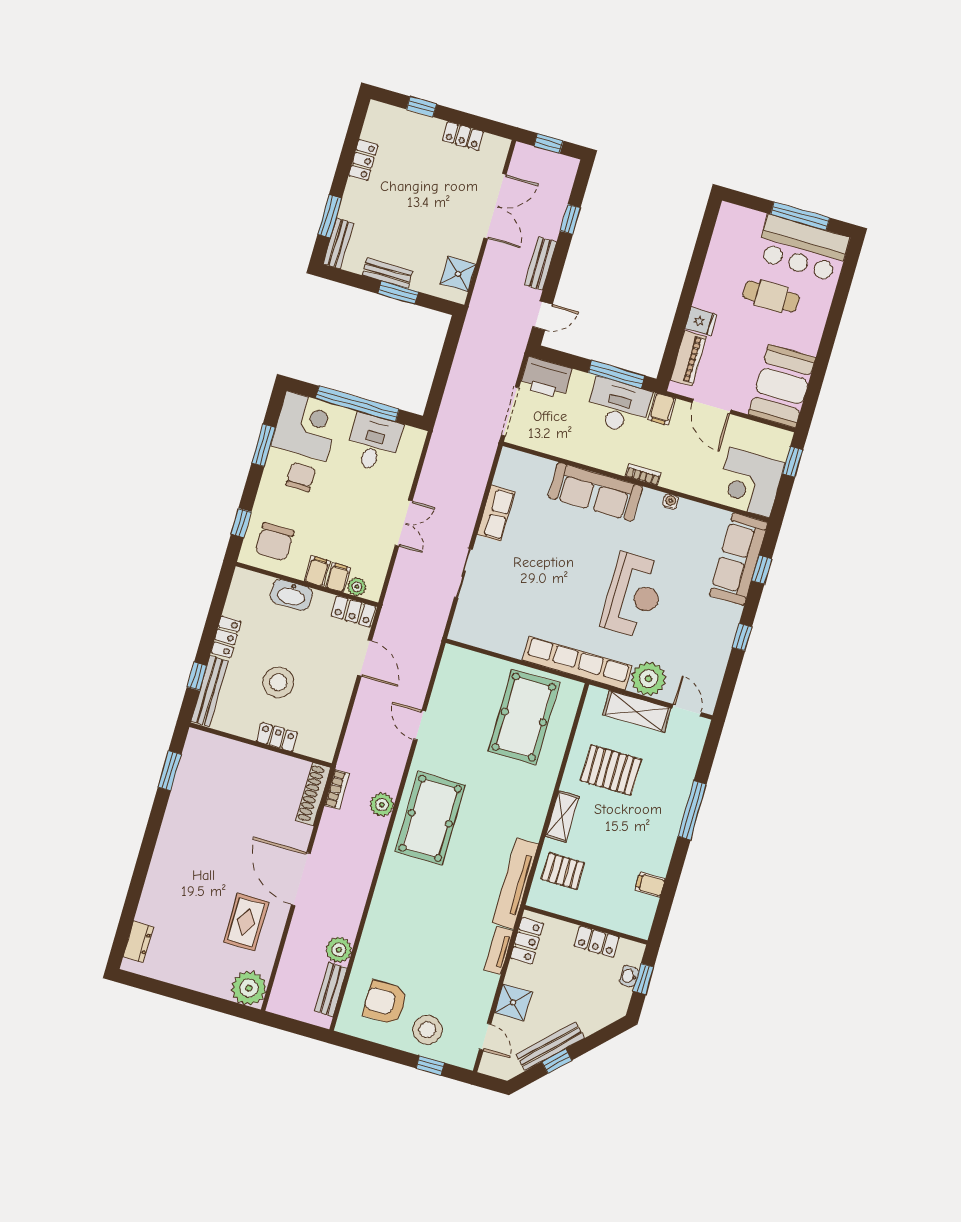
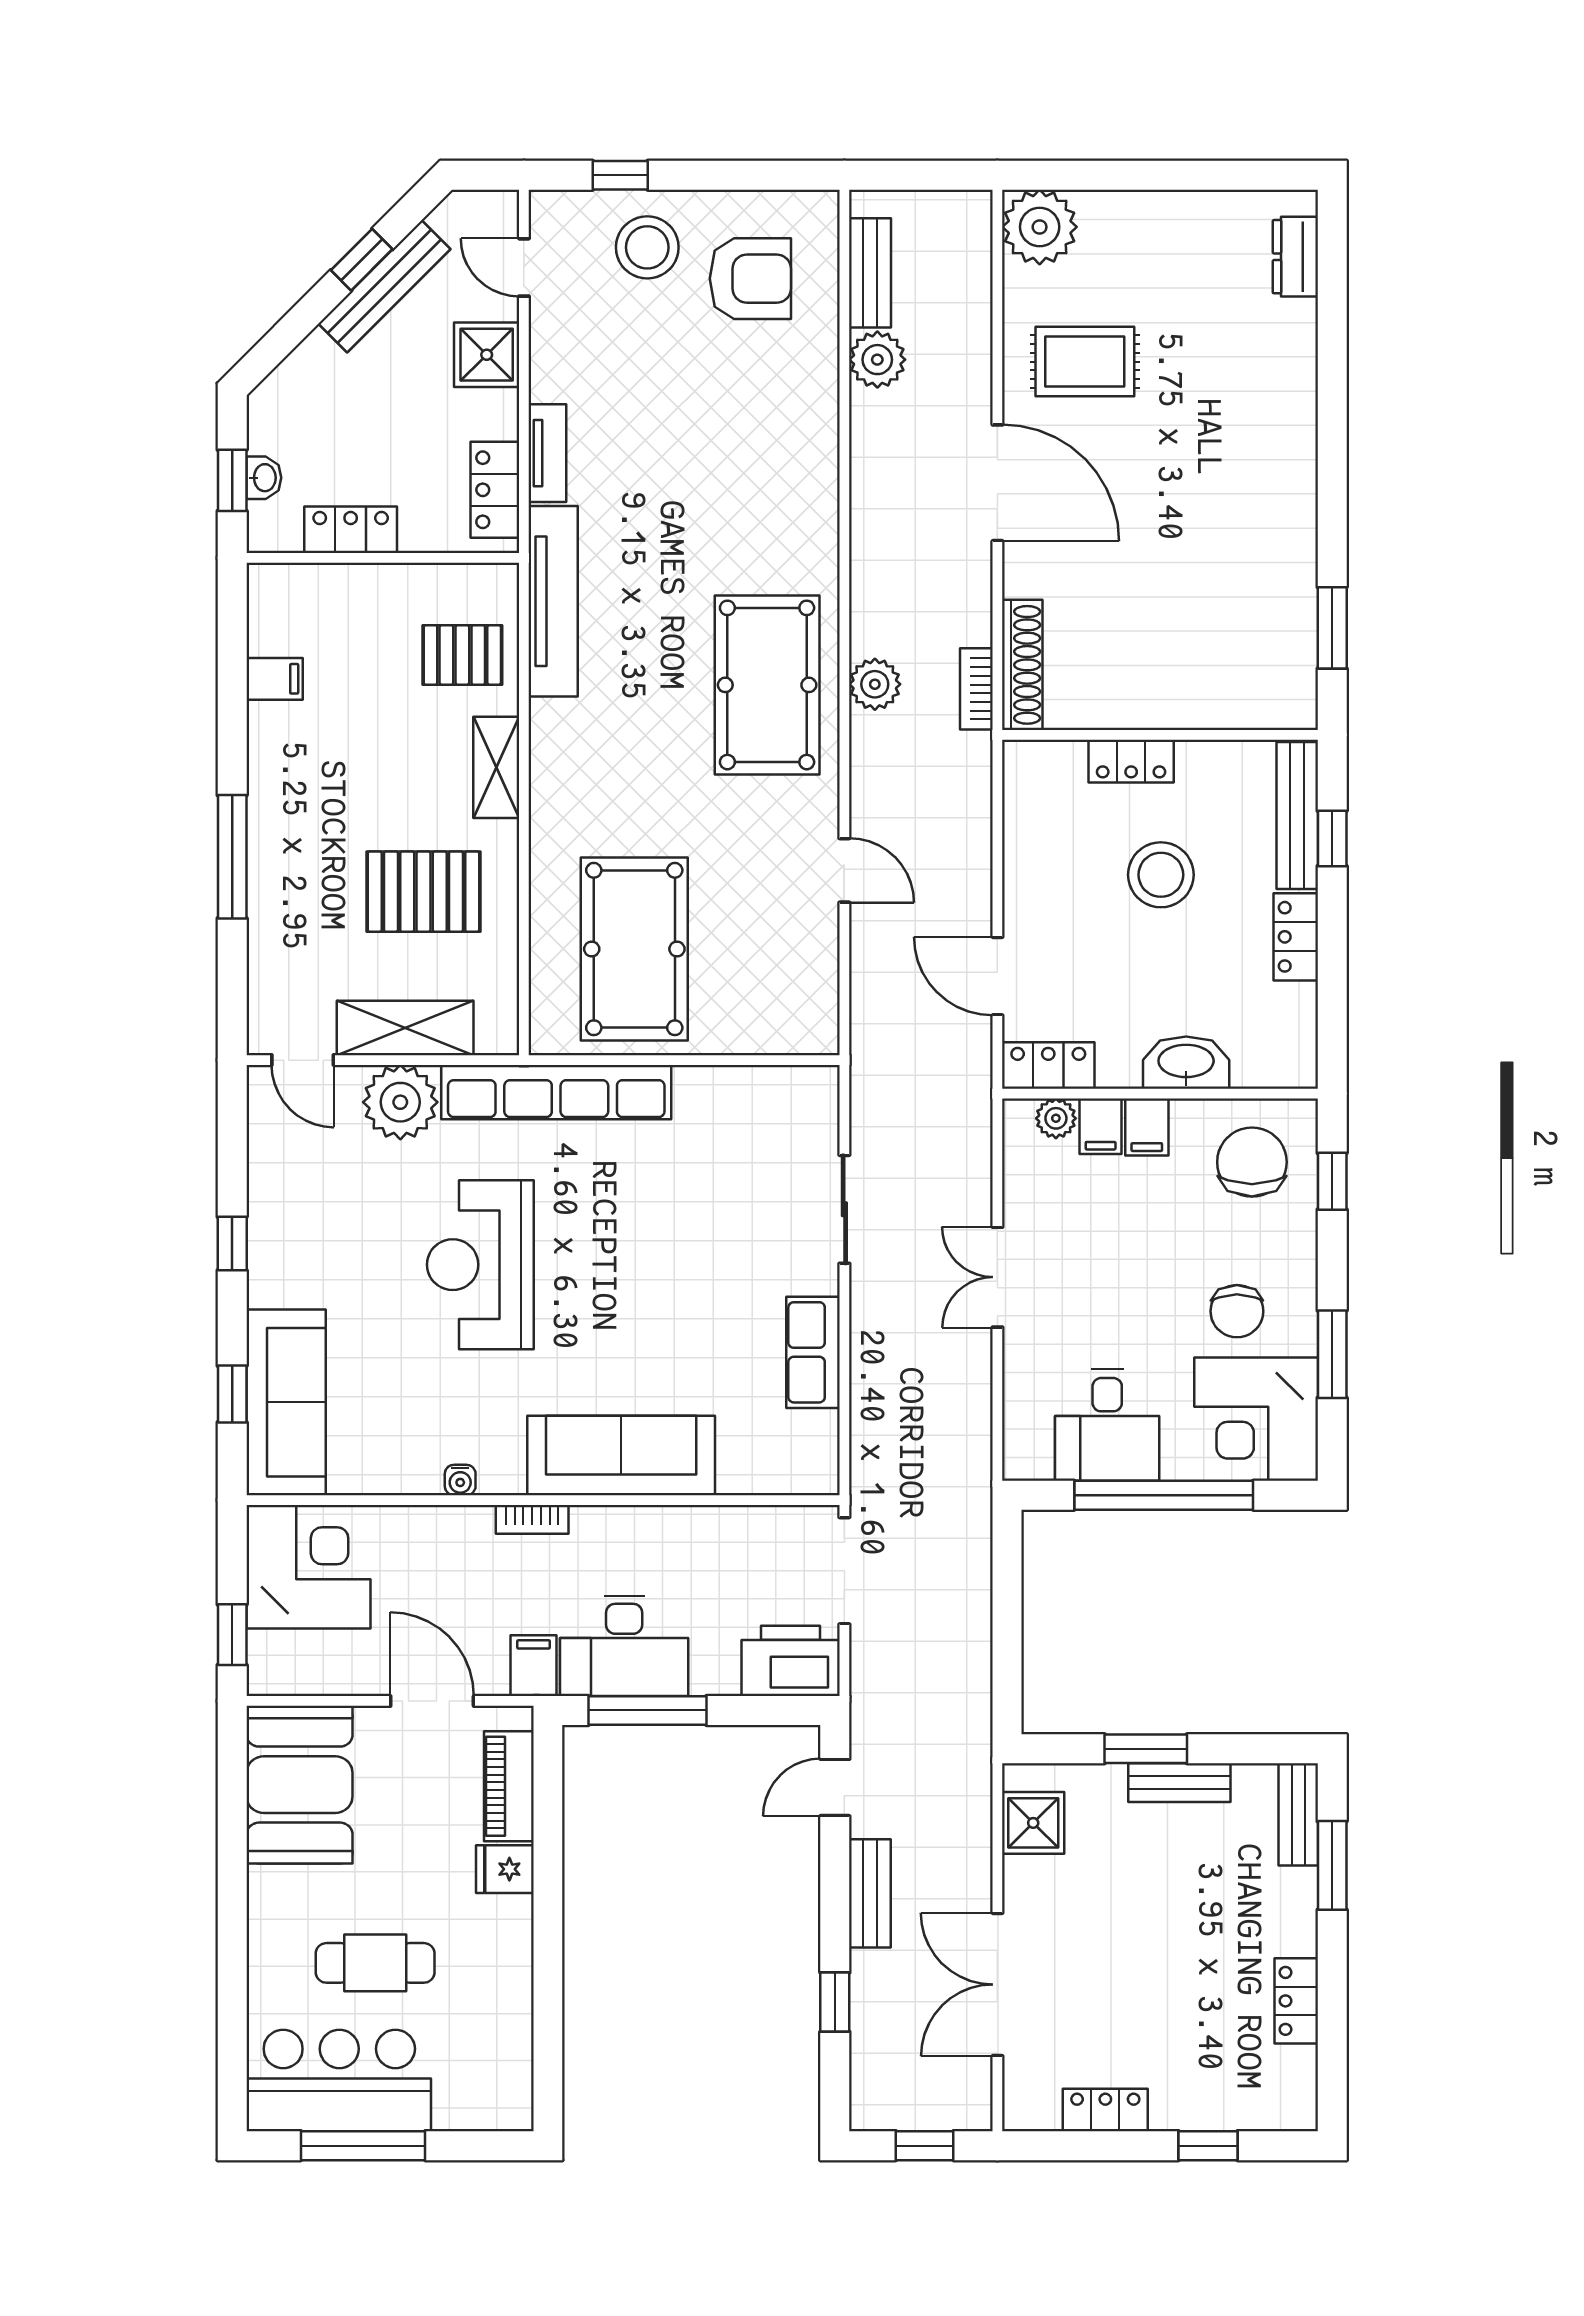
rug: (246, 922) -> (1085, 362), turned 90

